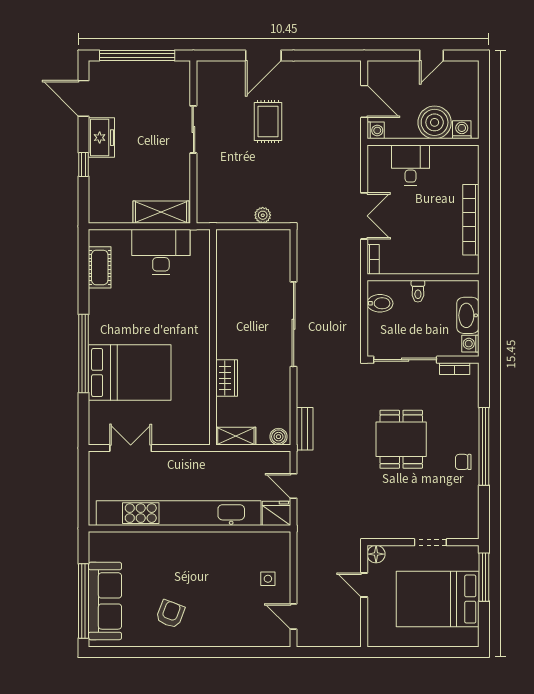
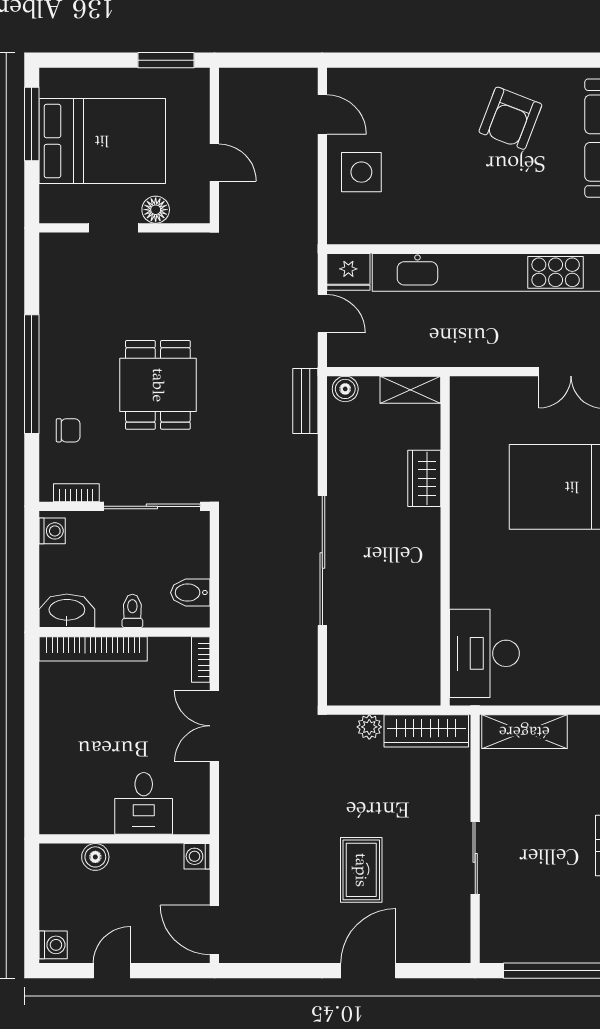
door: (364, 101) -> (214, 930), moved
boiler: (435, 122) -> (95, 857), width x0.54, depth x0.54
washing machine: (462, 130) -> (53, 945), moved, turned -90
wardrobe: (225, 213) -> (426, 731), added
bookcase: (471, 220) -> (93, 649), moved, turned 90
desk: (161, 252) -> (484, 653), moved, turned 90
washbasin: (468, 315) -> (67, 611), moved, turned -90
chair: (463, 462) -> (68, 430), moved
floor lamp: (376, 554) -> (156, 210), moved
window: (484, 577) -> (32, 124), moved
side table: (268, 579) -> (361, 172), width x1.87, depth x1.87
armchair: (170, 614) -> (510, 118), width x1.38, depth x1.38
window: (396, 652) -> (166, 60), added

